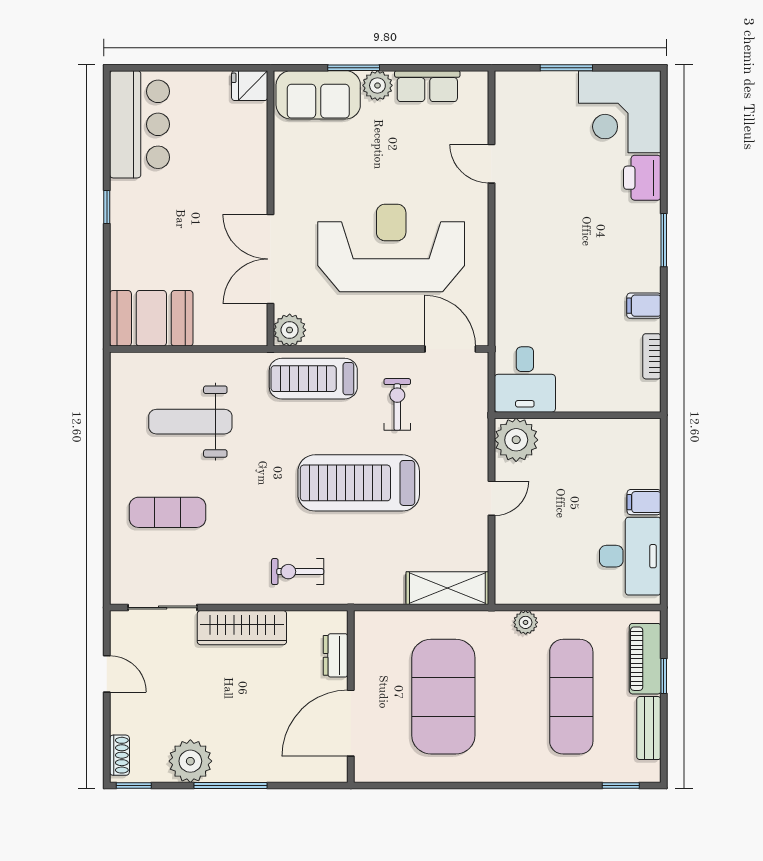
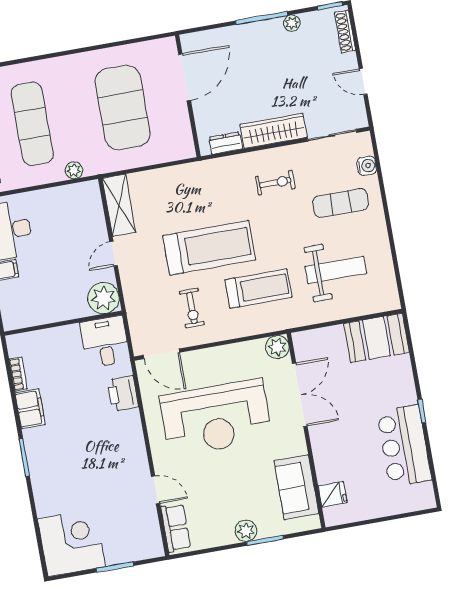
fridge: (250, 86) -> (333, 494), moved
row of seats: (427, 86) -> (176, 528), moved, turned 90
sofa: (318, 95) -> (296, 487), moved, turned -90
bar counter: (139, 124) -> (404, 446), moved
printer: (642, 178) -> (123, 394), moved, turned 180
filing cabinet: (644, 306) -> (30, 409), width x2.00
treadmill: (313, 379) -> (258, 289), moved
water cooler: (123, 557) -> (367, 166), added
exercise bike: (298, 572) -> (275, 183), moved
shelving: (447, 588) -> (119, 205), moved, turned 90
dresser: (336, 655) -> (226, 143), moved, turned -90
shoe rack: (119, 755) -> (345, 32), width x1.43
plant: (190, 761) -> (292, 23), width x0.53, depth x0.53

